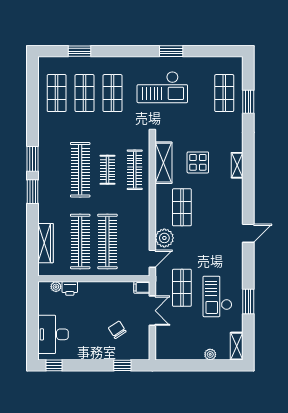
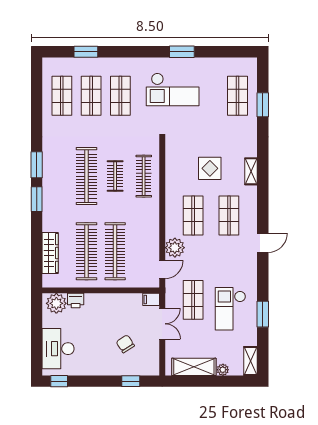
shelving: (163, 163) -> (194, 367), moved, turned 90
shop shelf: (216, 207) -> (229, 215), added
plant: (56, 287) -> (56, 303), width x1.88, depth x1.88

